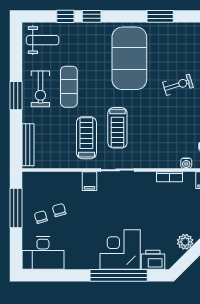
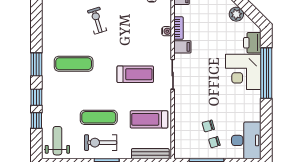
window: (160, 16) -> (36, 64), moved
exercise mat: (129, 58) -> (74, 64), width x0.50, depth x0.69
exercise bike: (40, 89) -> (101, 143), turned 180
treadmill: (86, 138) -> (149, 119), moved
water cooler: (186, 163) -> (167, 31), moved
filing cabinet: (89, 181) -> (182, 47), moved

